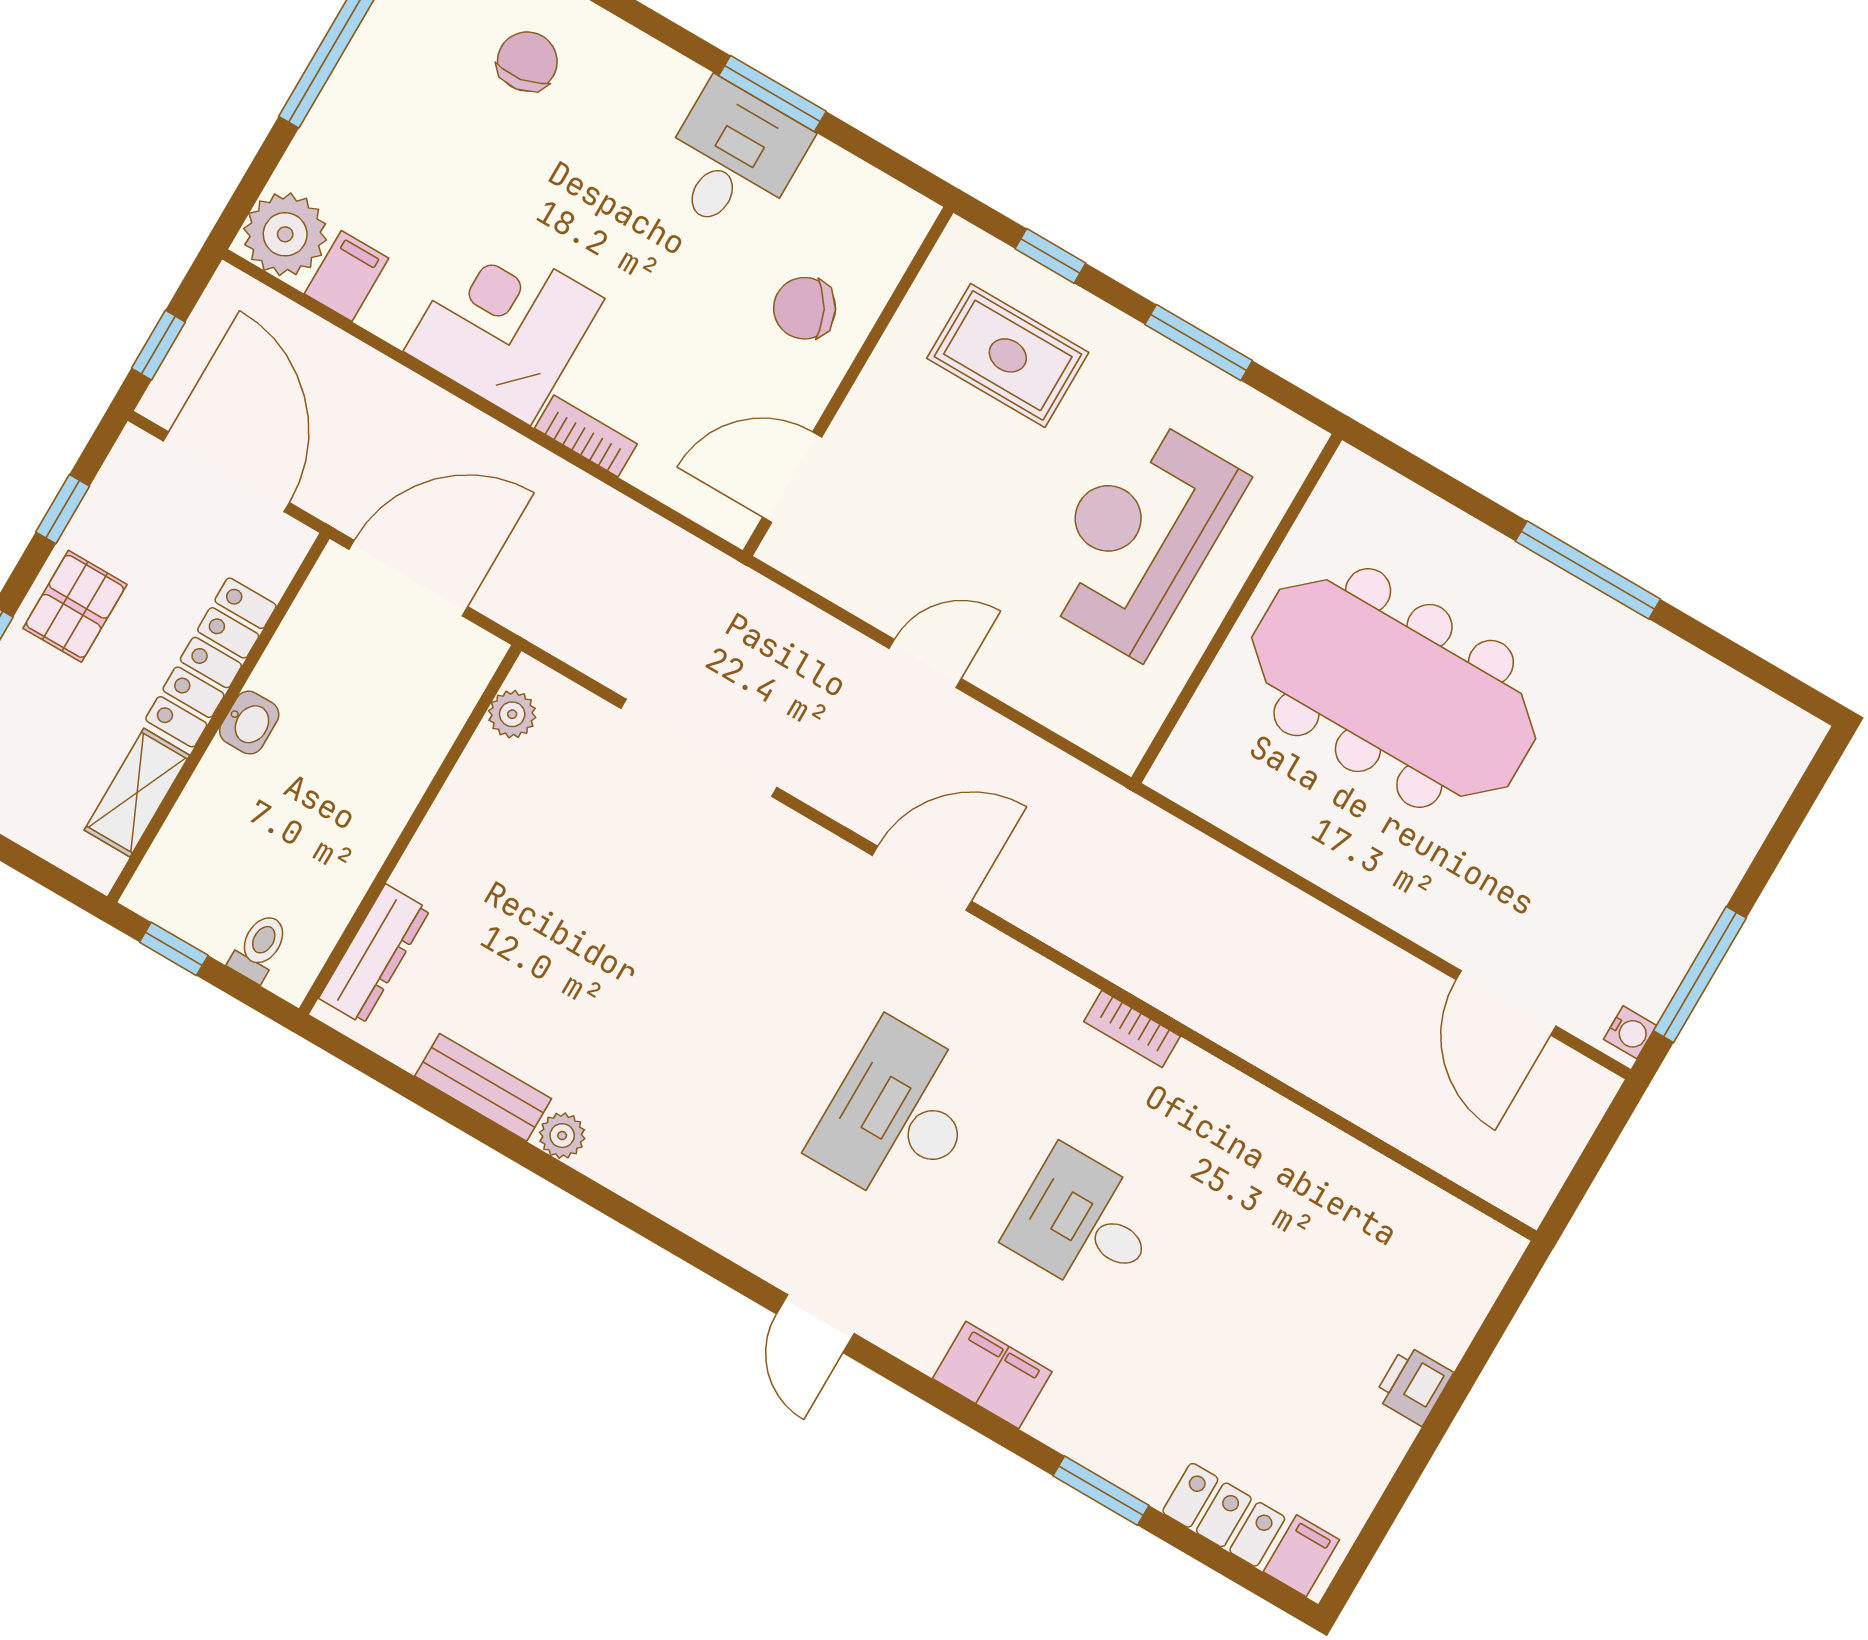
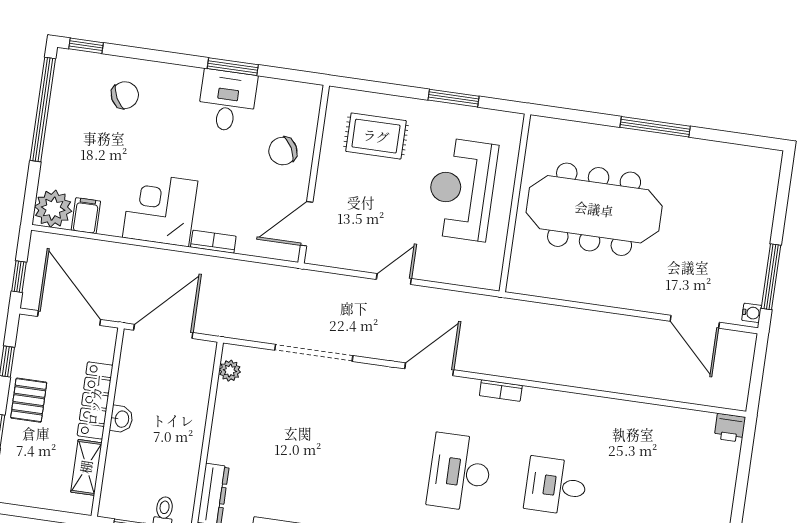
chair: (527, 62) -> (125, 95), turned 71
window: (1050, 256) -> (377, 87), removed
bookcase: (1132, 1029) -> (501, 390), moved
printer: (1413, 1385) -> (730, 428), moved, turned -90

